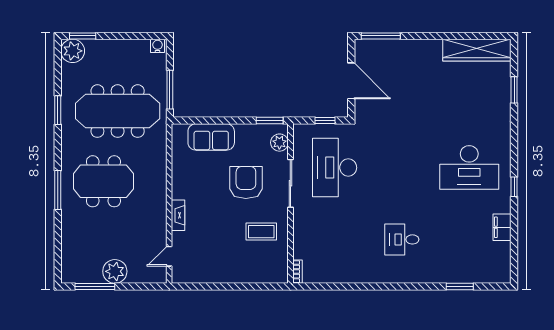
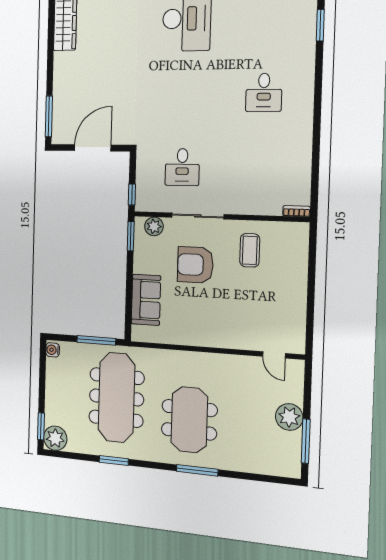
window: (325, 121) -> (132, 195), moved
desk: (335, 168) -> (182, 167), width x0.53, depth x0.77
fireplace: (178, 215) -> (229, 342), removed

